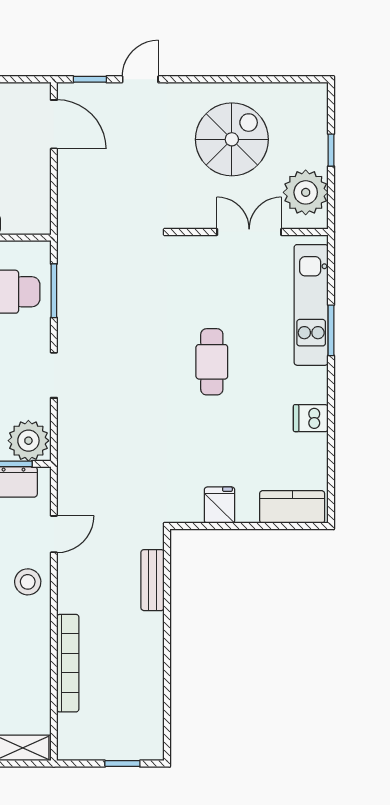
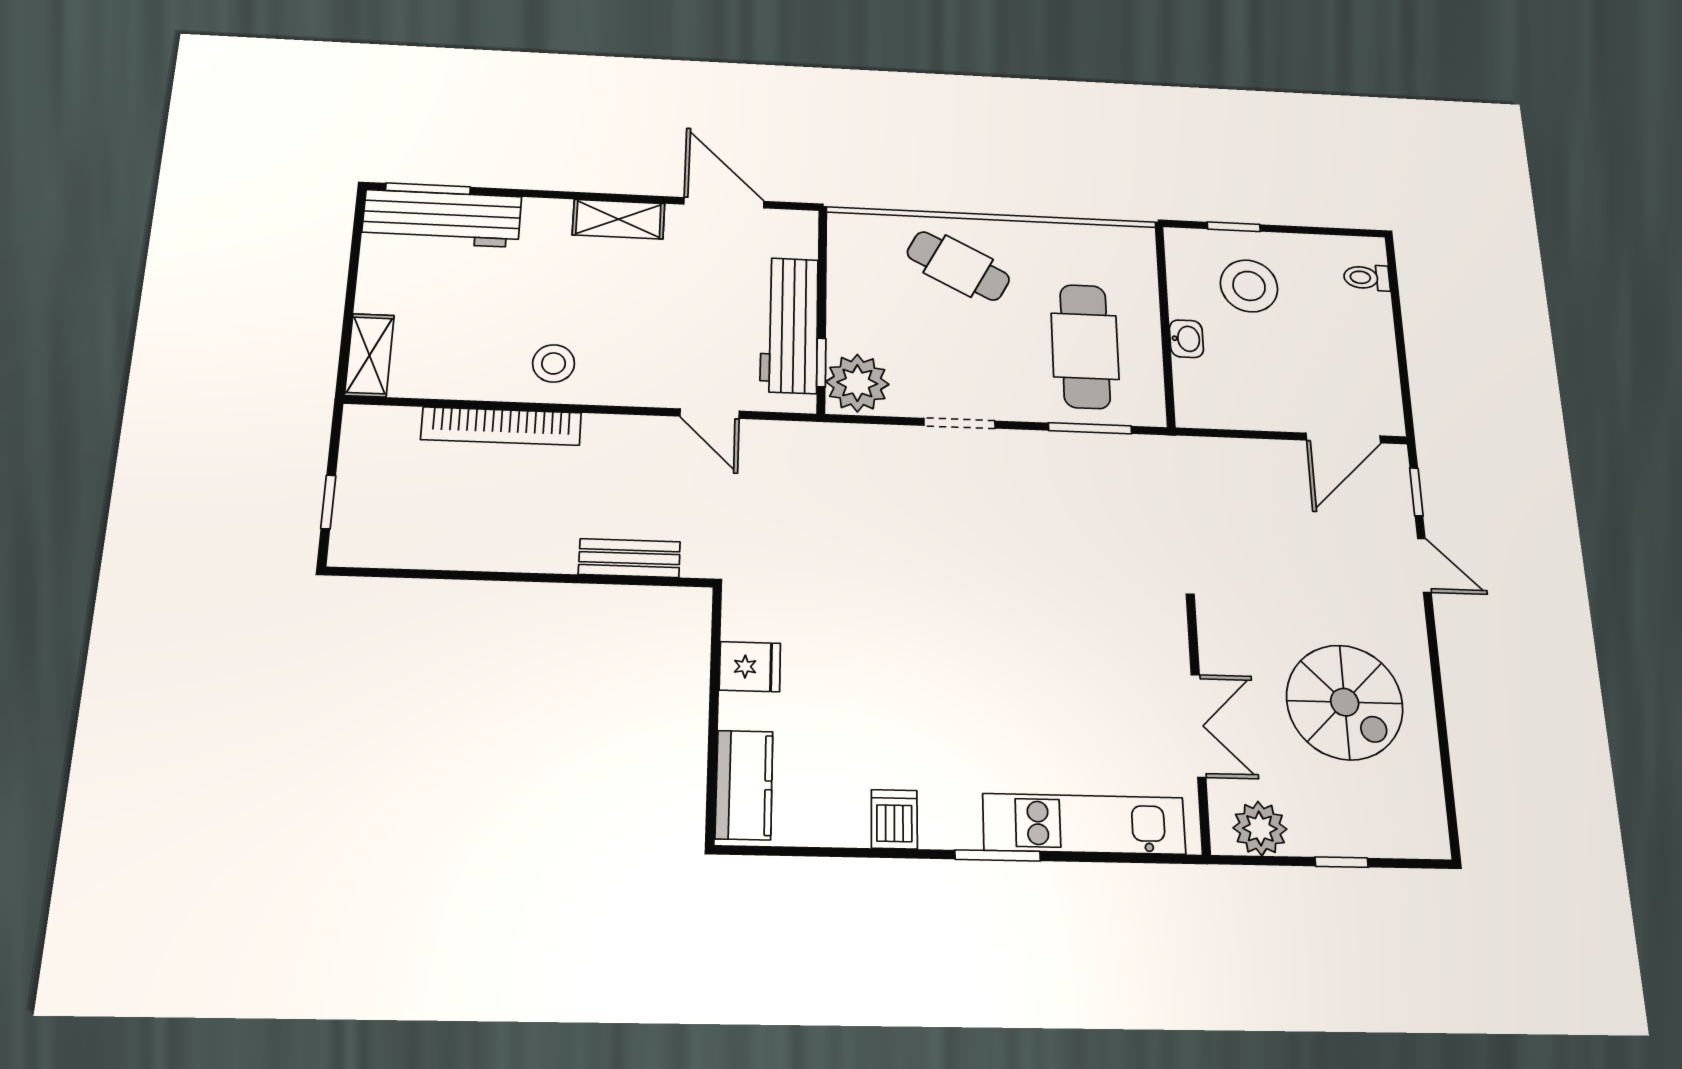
plant: (306, 192) -> (1260, 828), width x0.73, depth x0.73
window: (331, 330) -> (998, 855), moved
cafe table: (212, 362) -> (986, 661), removed
stool: (28, 582) -> (554, 363), moved

